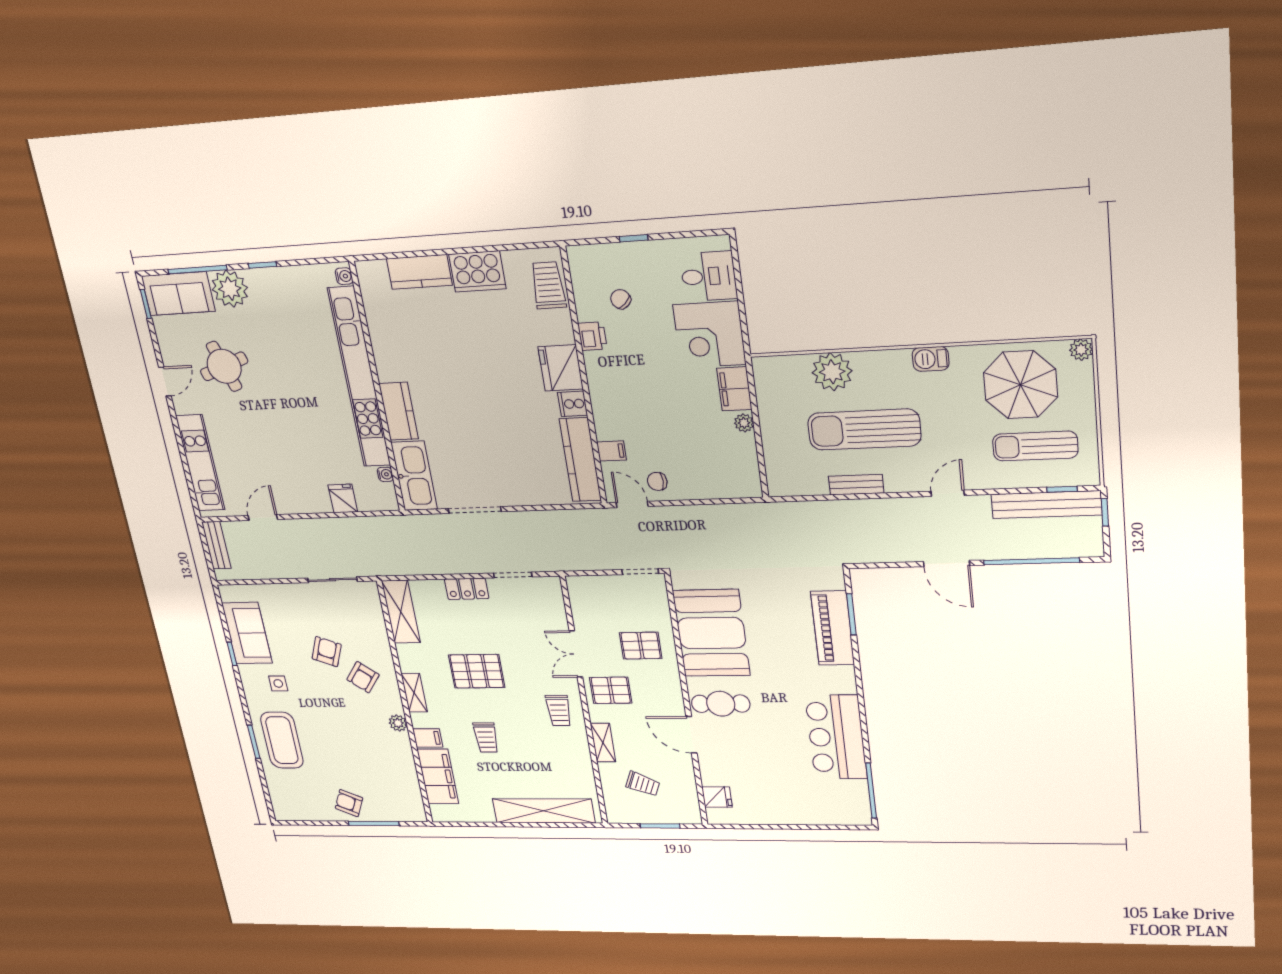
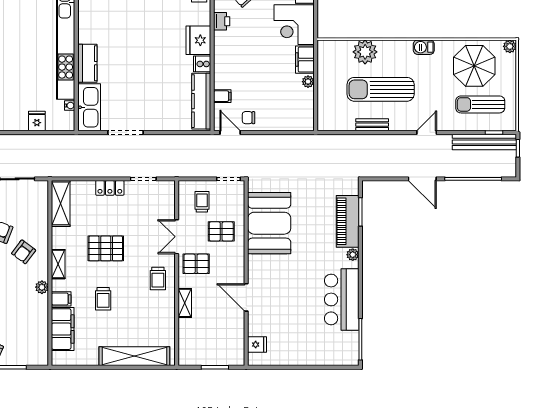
plant: (846, 675) -> (353, 255), added
cafe table: (721, 704) -> (269, 274), removed
trolley: (643, 784) -> (202, 202), moved, turned -113

